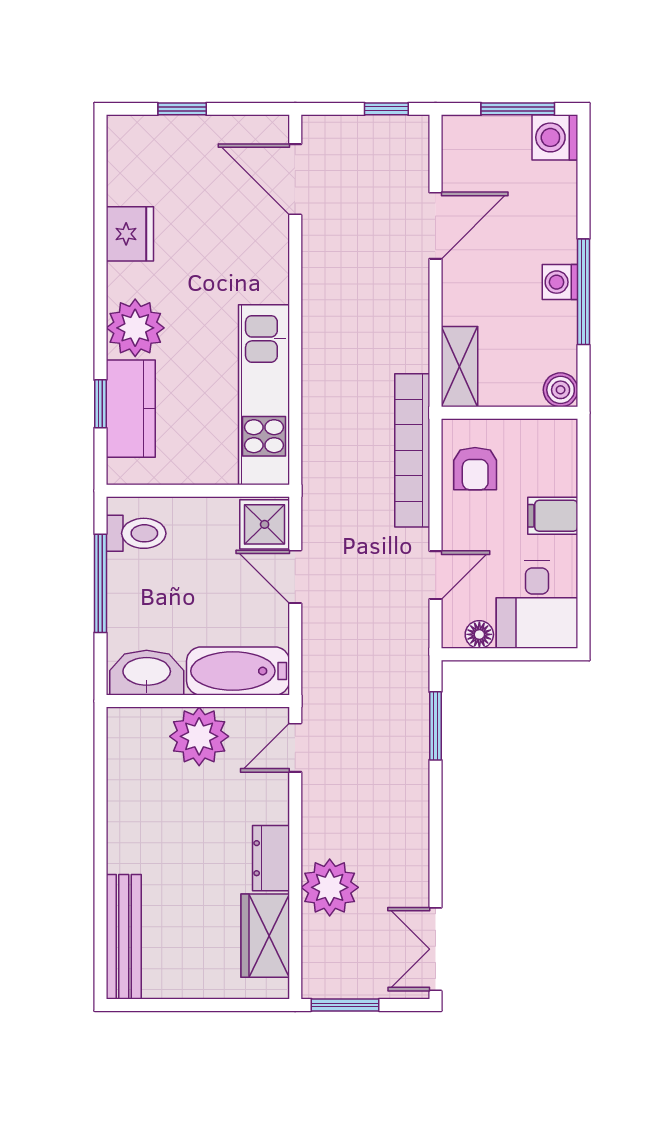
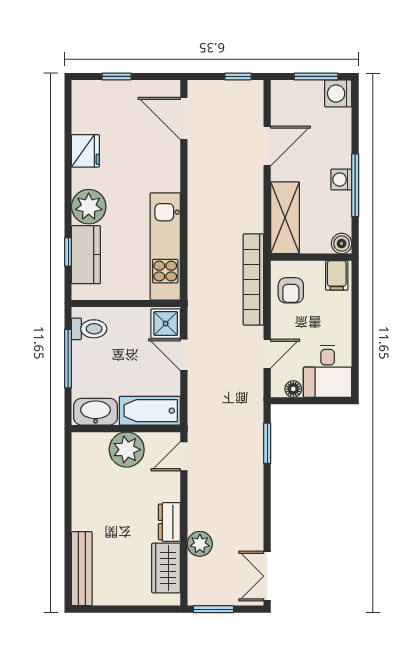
shelving: (459, 367) -> (285, 218), width x1.50, depth x1.33
filing cabinet: (553, 516) -> (337, 275), moved, turned -90
plant: (330, 887) -> (200, 544), width x0.73, depth x0.73

